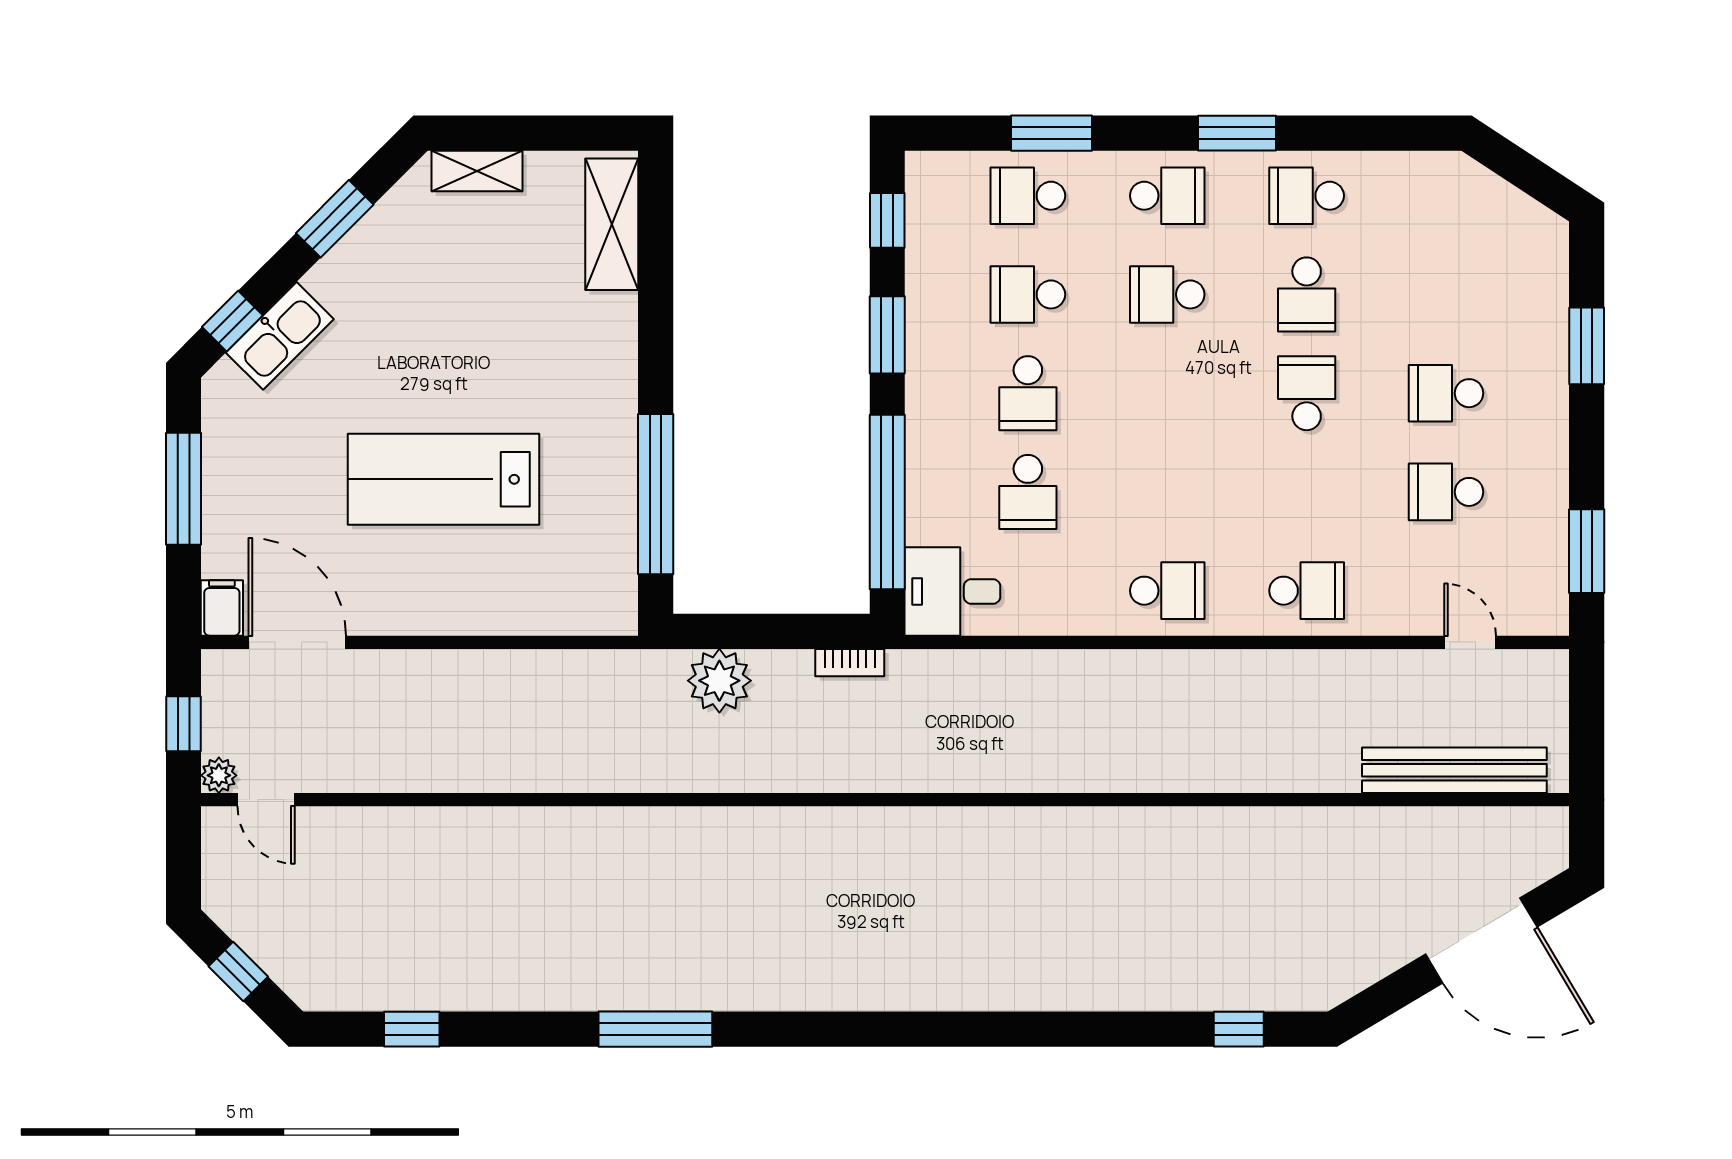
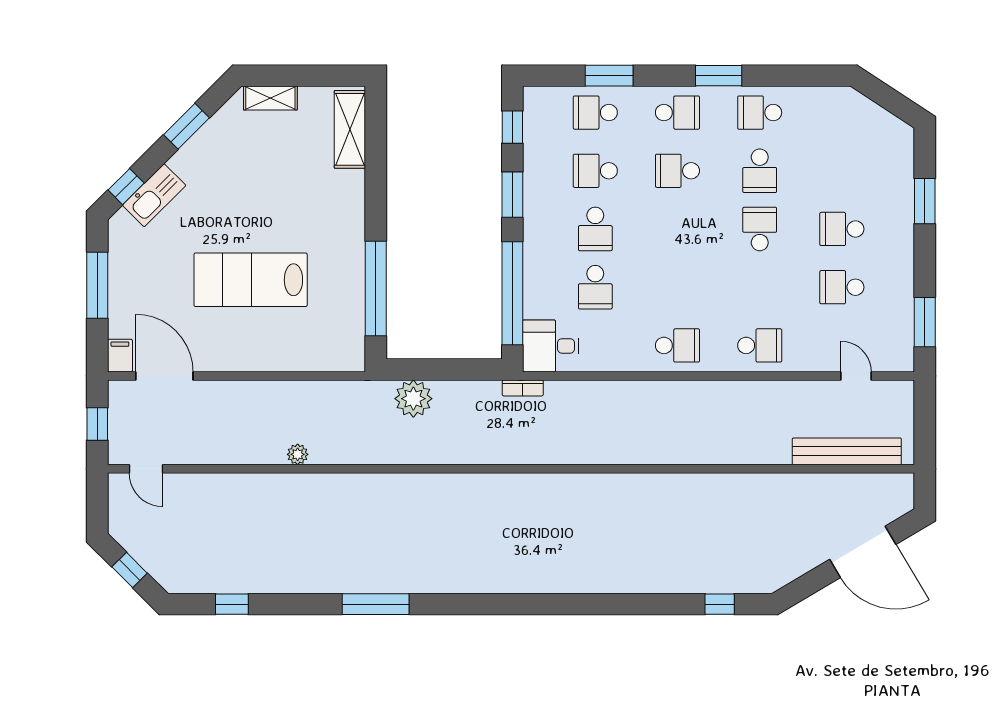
bookcase: (850, 663) -> (523, 388), moved
plant: (219, 775) -> (298, 454), moved

